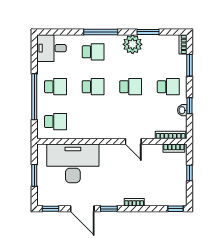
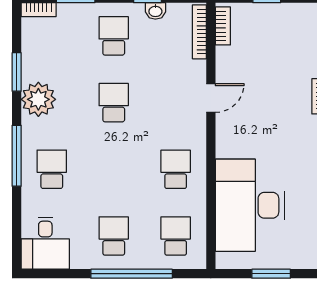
school desk: (93, 87) -> (176, 169), moved

